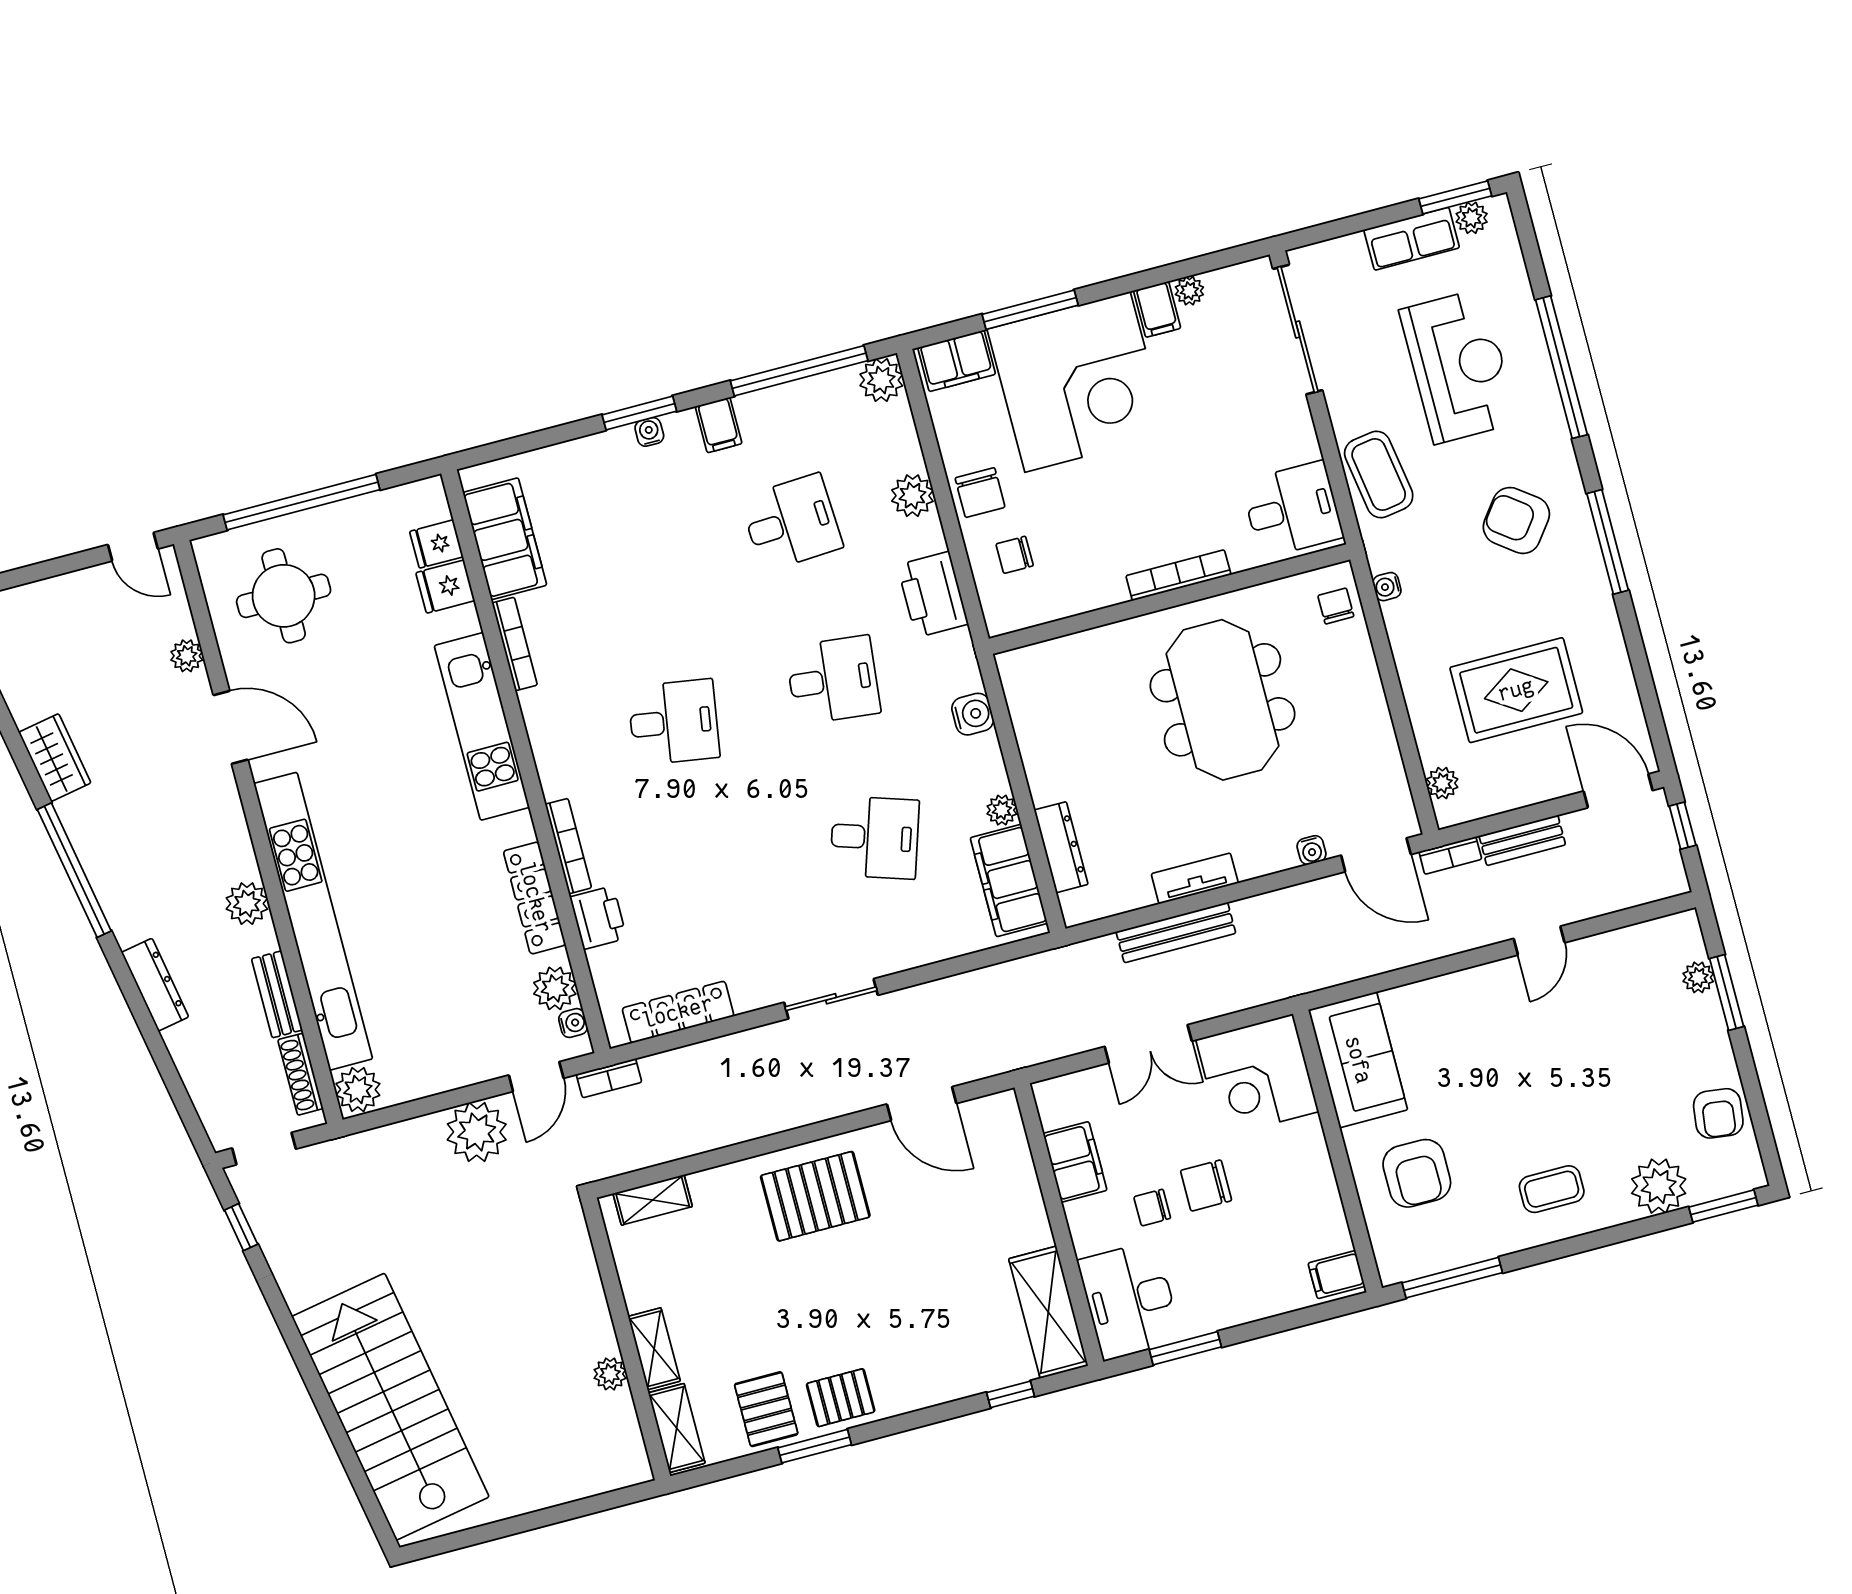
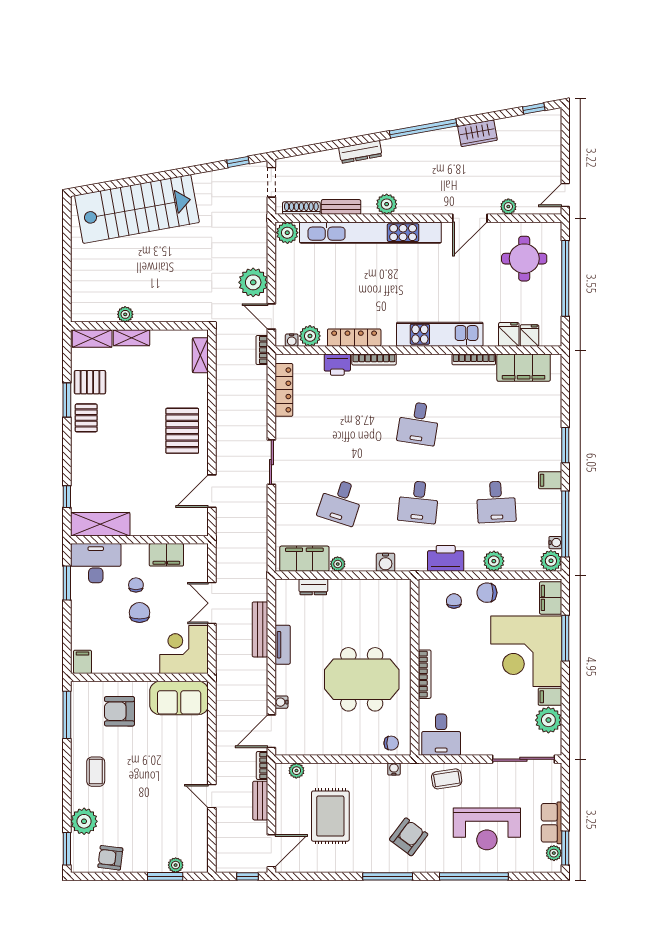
plant: (1189, 291) -> (548, 720), width x1.88, depth x1.88
water cooler: (649, 432) -> (555, 543), moved
coffee table: (1379, 474) -> (447, 779), width x0.73, depth x0.77
dresser: (1061, 847) -> (313, 587), width x0.70

